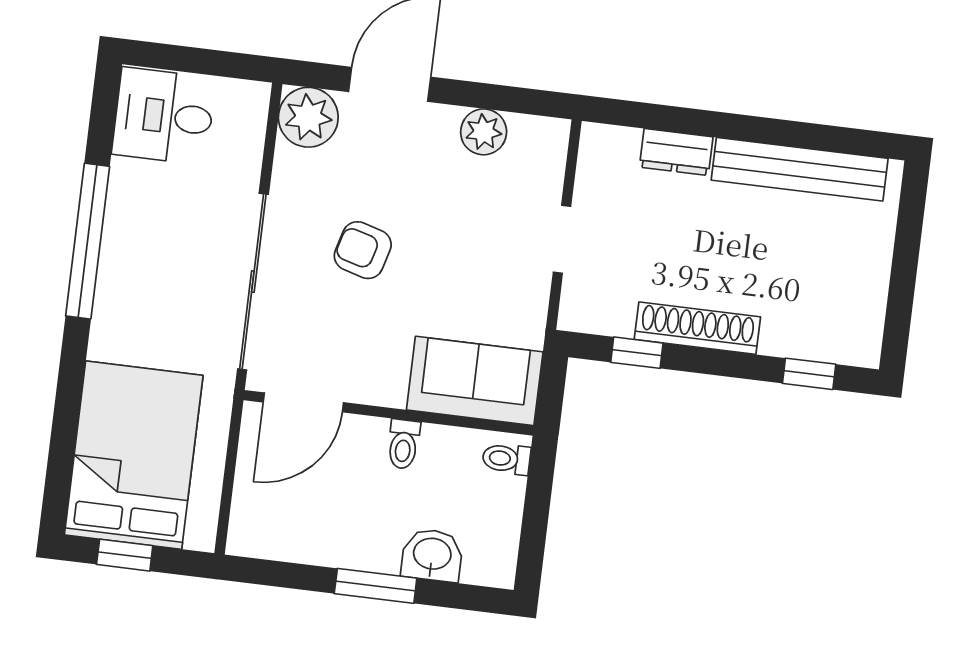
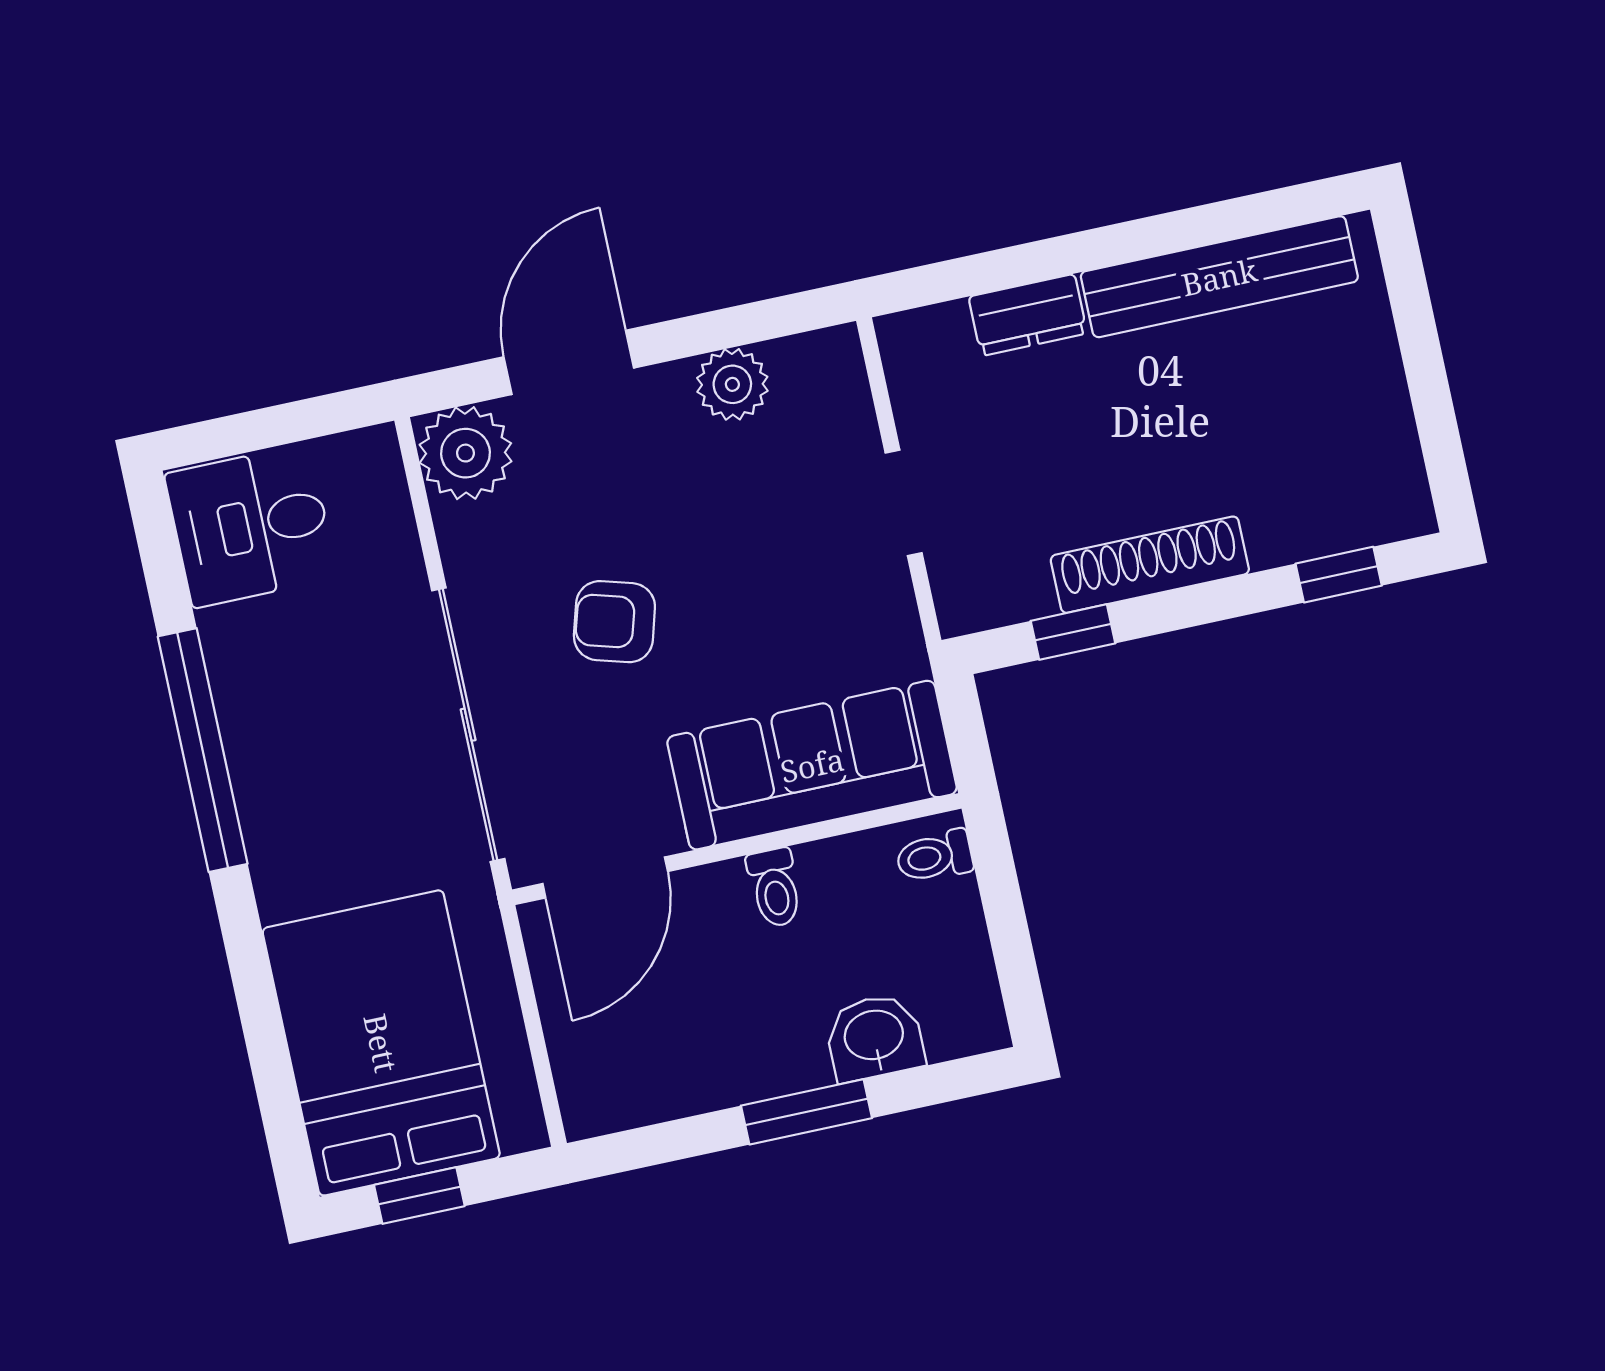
sofa: (475, 381) -> (812, 765), width x1.36

